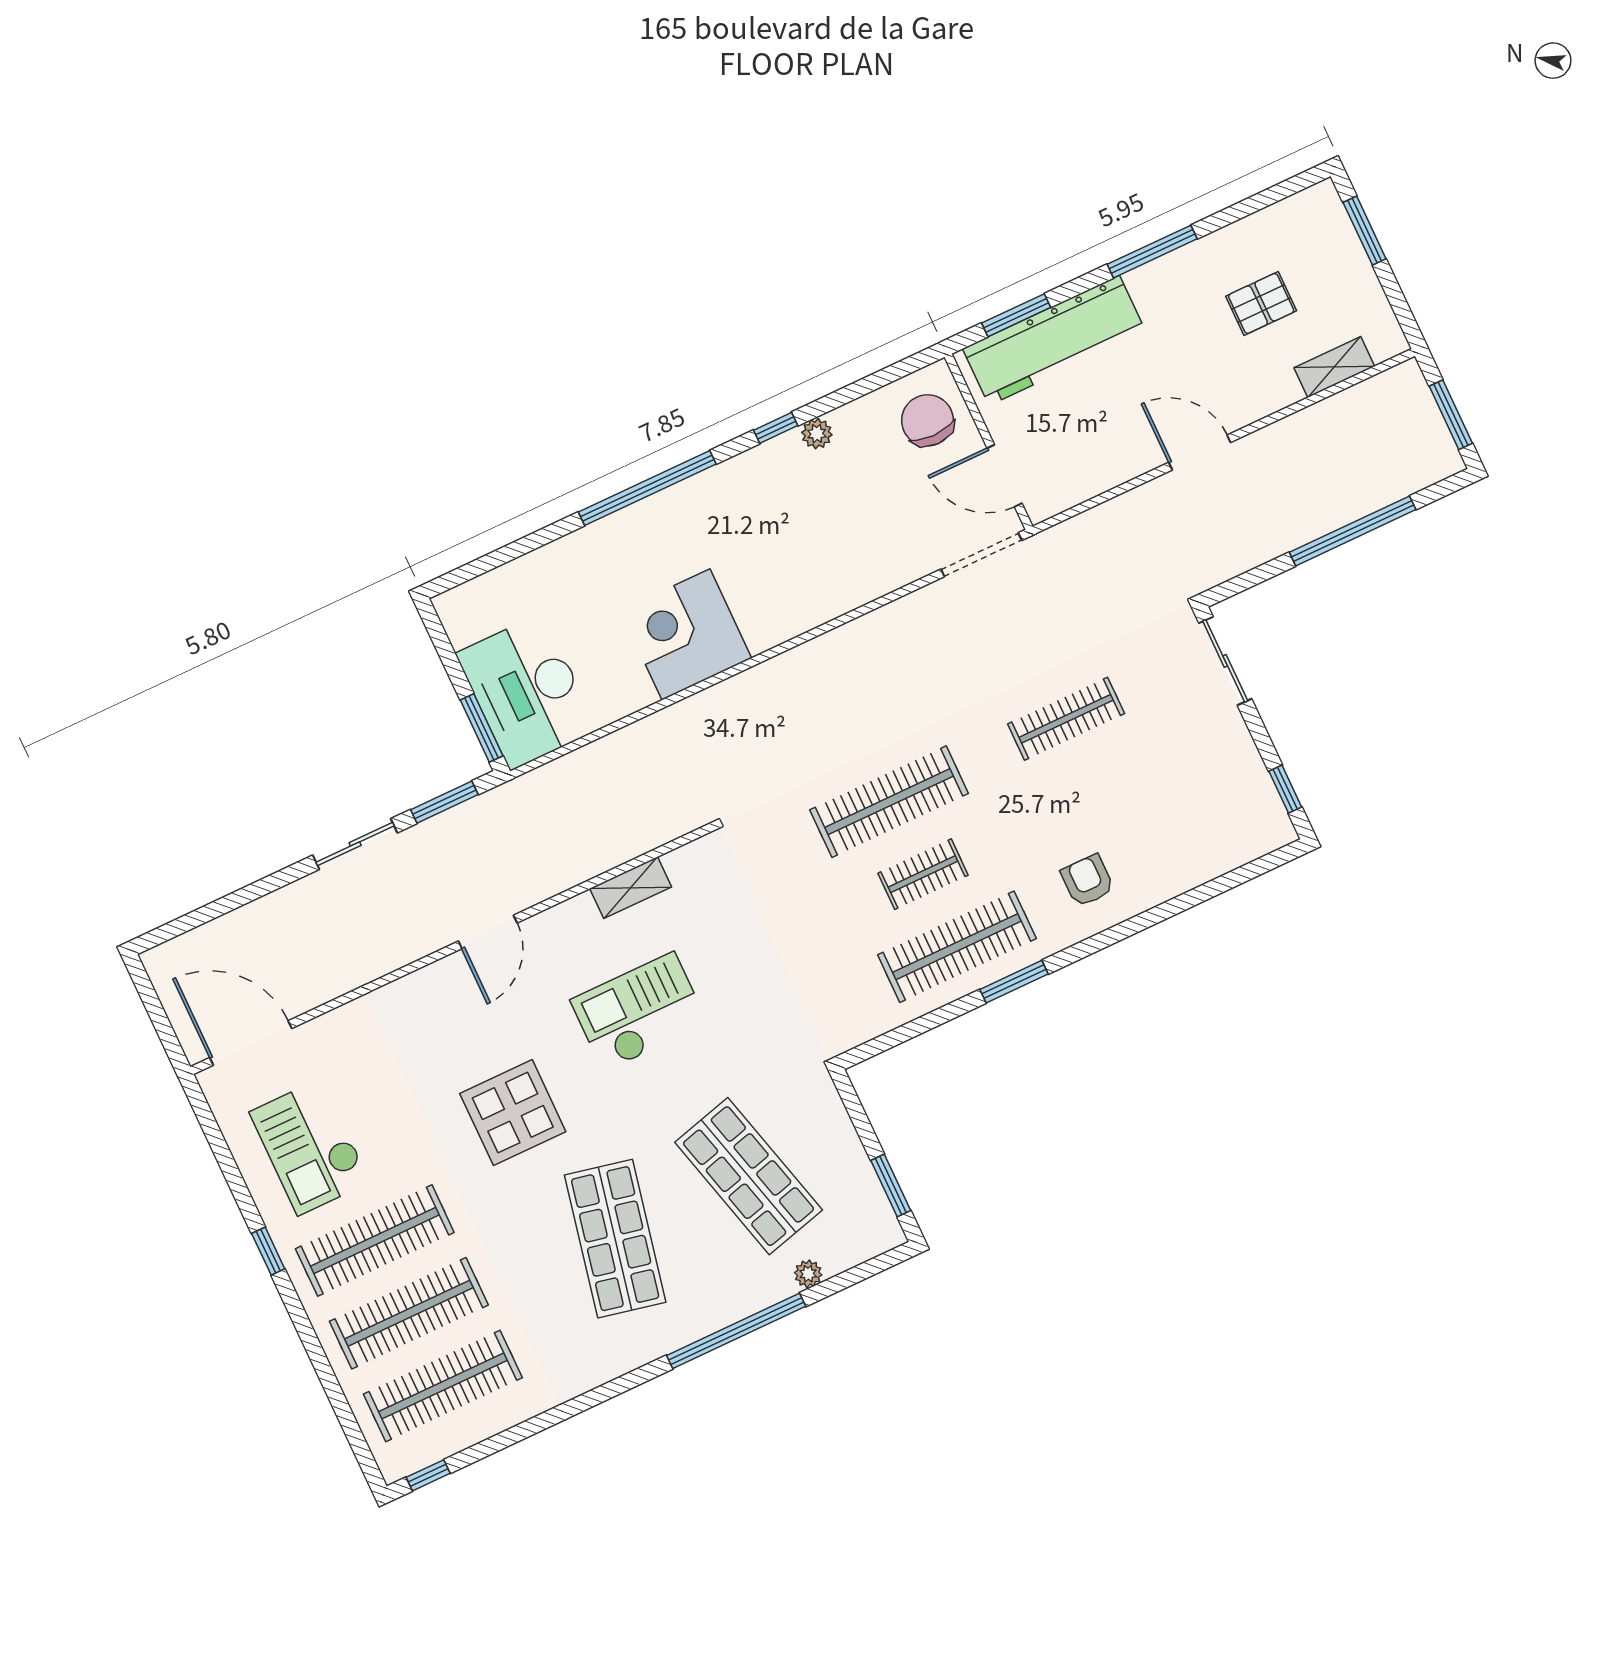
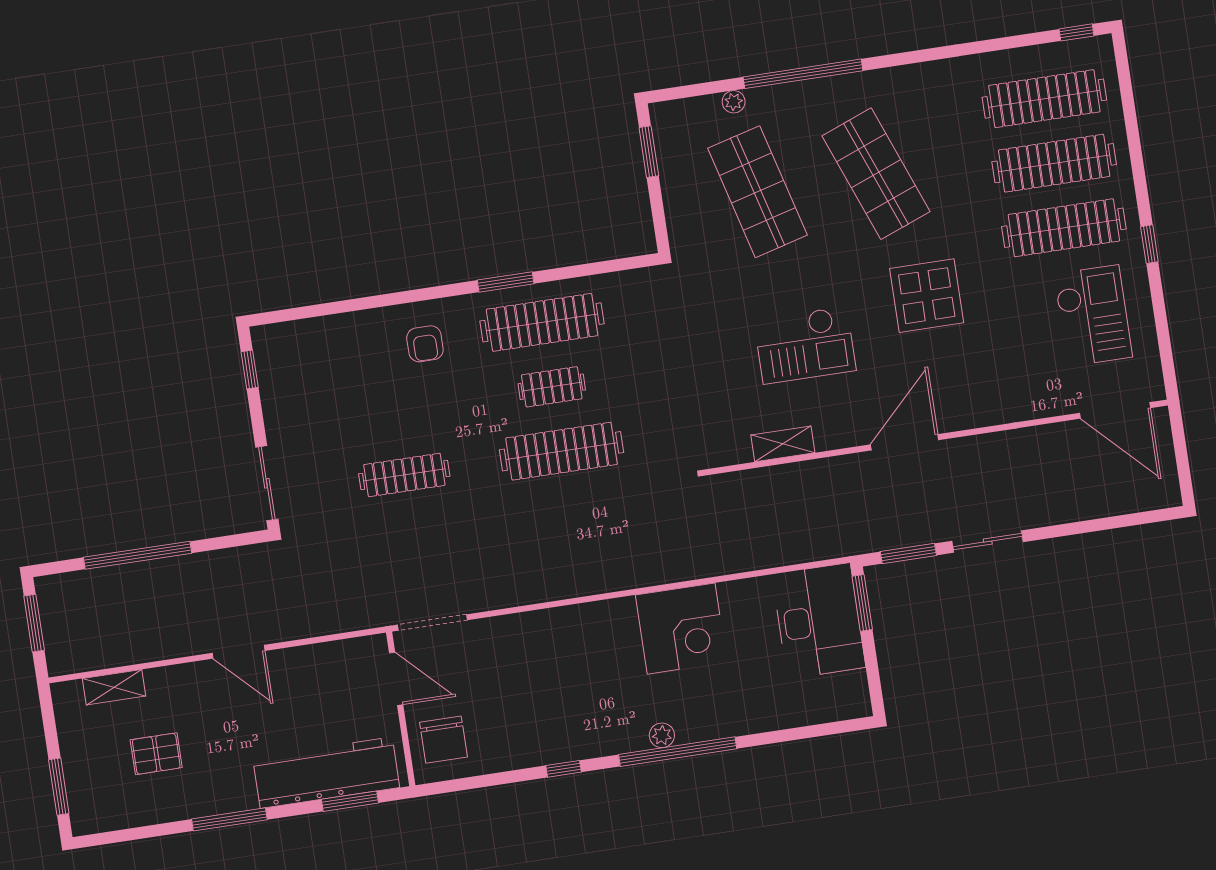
plant: (817, 434) -> (662, 735), moved
door: (488, 932) -> (905, 442), width x1.36
shop shelf: (615, 1239) -> (876, 174), turned -33

